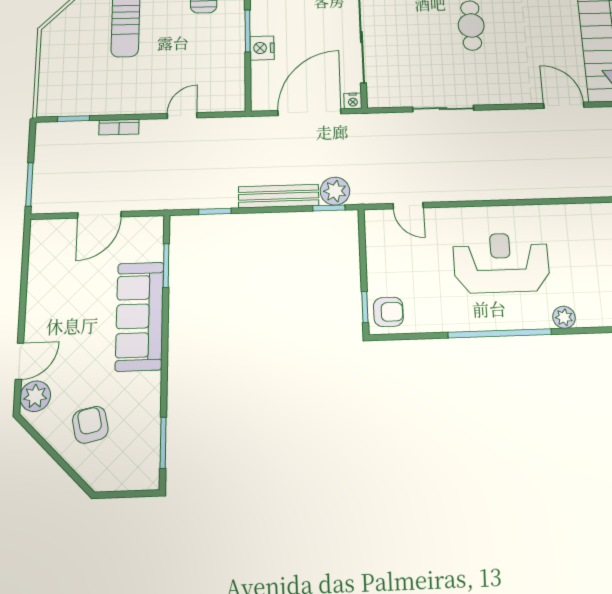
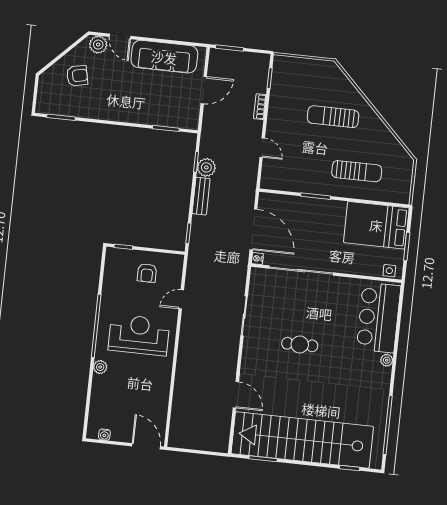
nightstand: (262, 48) -> (302, 204), removed
door: (564, 105) -> (236, 395), hinge flipped
plant: (335, 191) -> (206, 167), moved
bench: (279, 196) -> (201, 196), width x0.73
door: (408, 206) -> (181, 299), moved
door: (99, 215) -> (204, 90), swing flipped
reception desk: (501, 263) -> (139, 335), turned -90
armchair: (388, 312) -> (147, 273), moved
sofa: (140, 316) -> (164, 57), moved, turned 180

